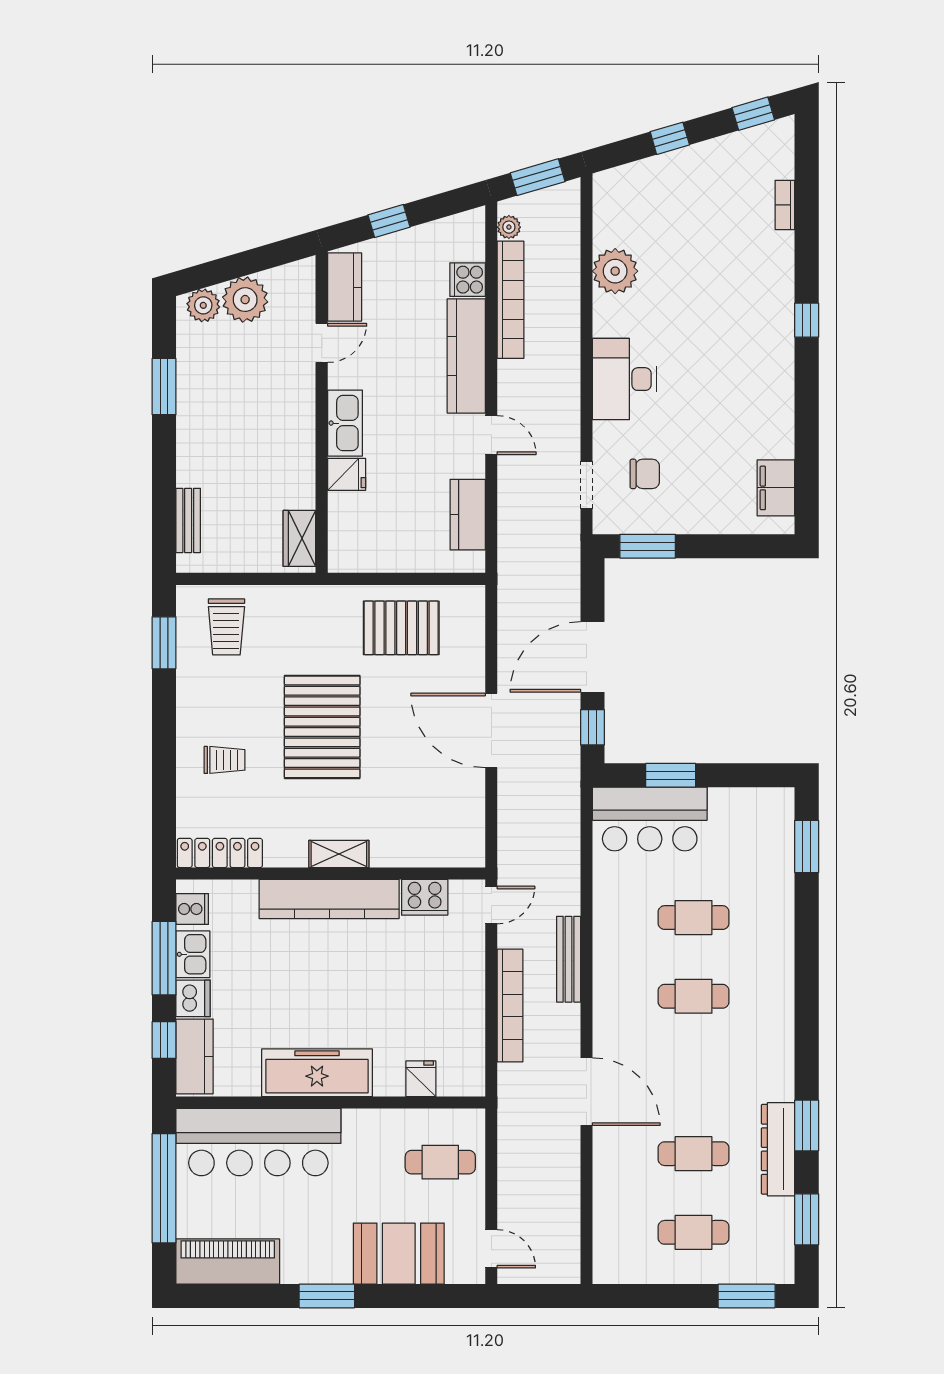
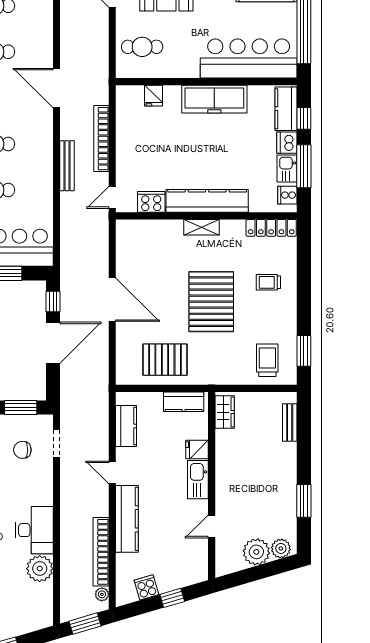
cooker: (468, 280) -> (146, 587), moved, turned -106
kitchen counter: (345, 287) -> (184, 402), moved, turned -90
desk: (624, 379) -> (34, 530), moved

